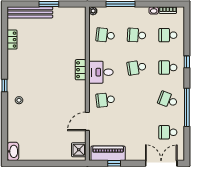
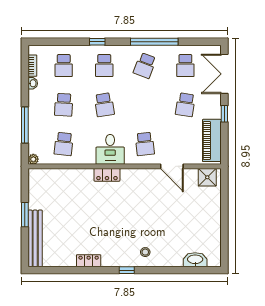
locker: (12, 40) -> (89, 261), moved
school desk: (137, 132) -> (185, 105), added
washbasin: (13, 151) -> (195, 260), moved
window: (114, 163) -> (224, 114), moved

